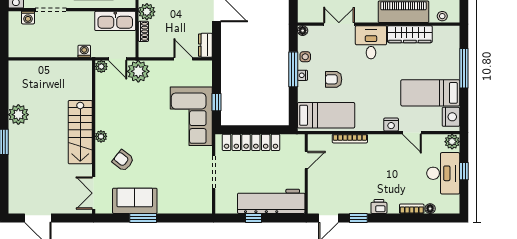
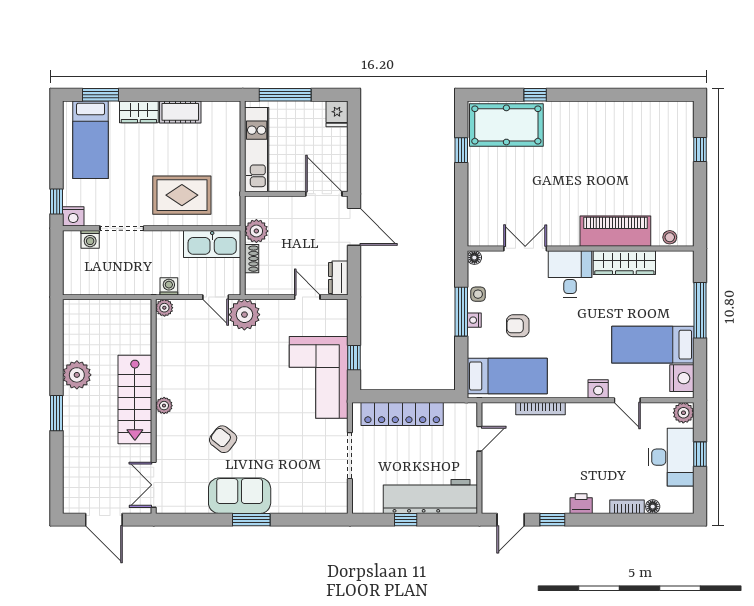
plant: (101, 66) -> (164, 308), moved
stairs: (80, 132) -> (135, 400), moved
plant: (101, 136) -> (164, 406), moved
wall: (94, 137) -> (154, 406), moved
double door: (94, 193) -> (154, 485), moved

